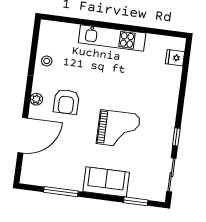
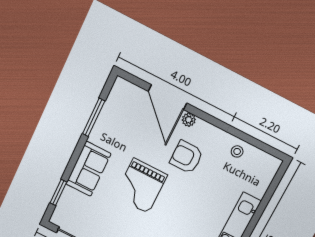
plant: (36, 99) -> (189, 120), moved
grand piano: (118, 129) -> (141, 186), moved

